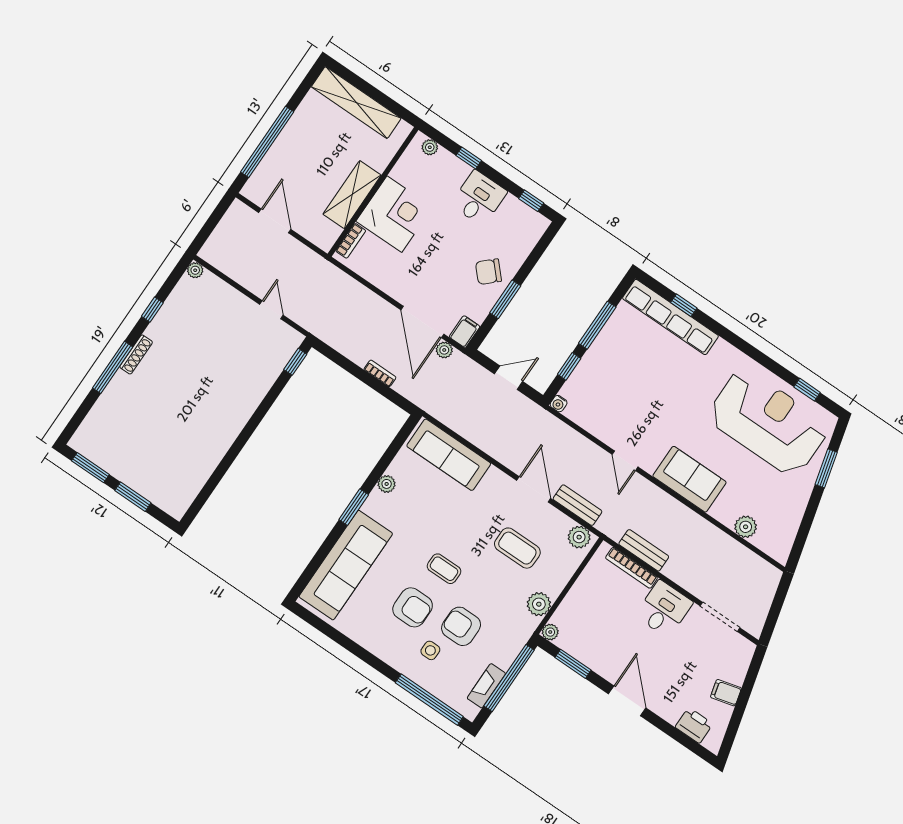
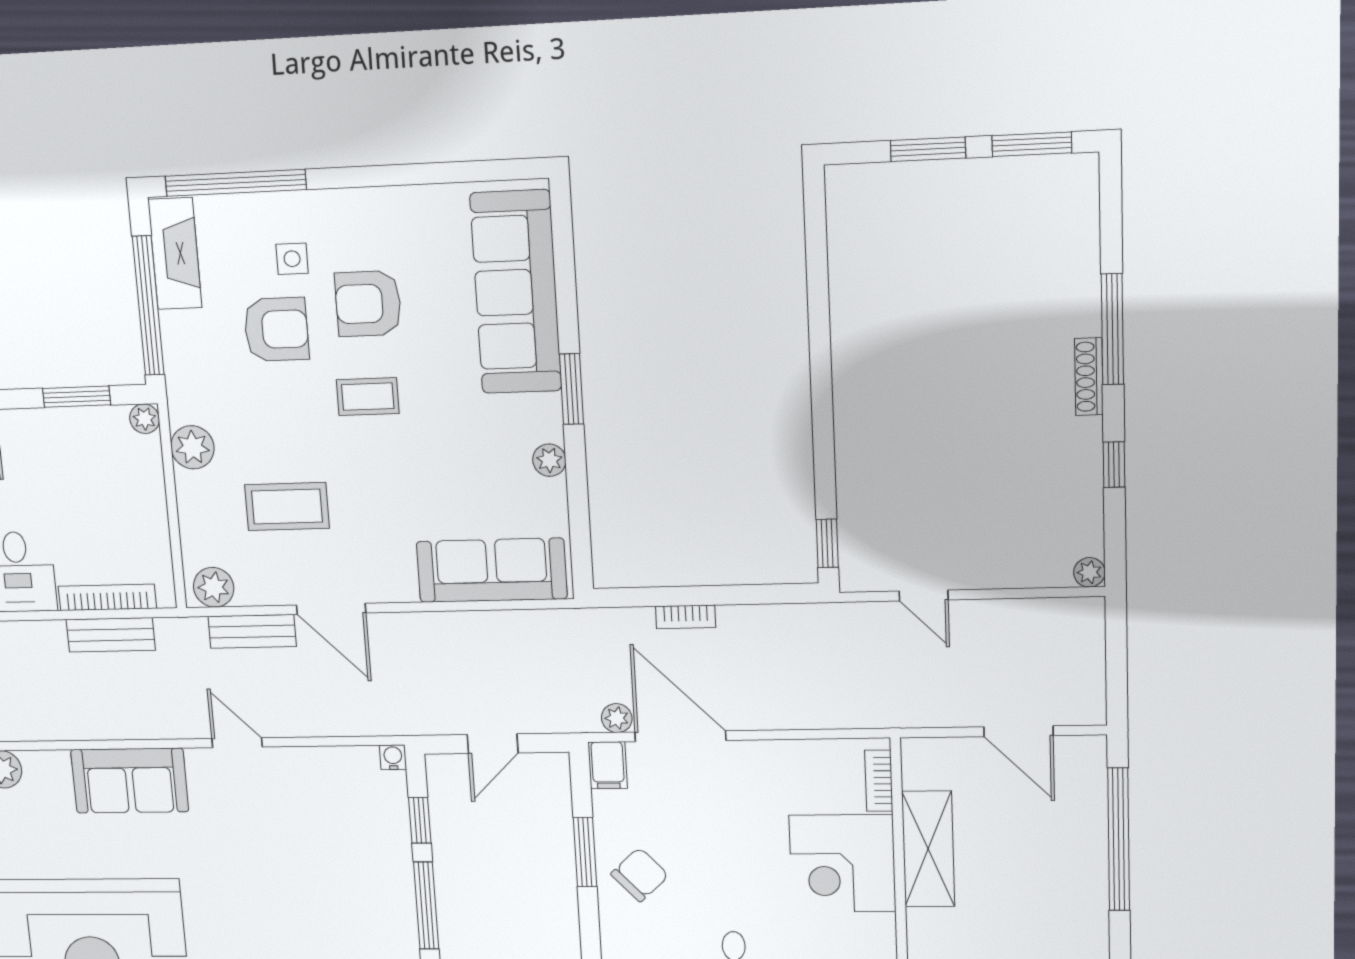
fireplace: (486, 686) -> (175, 254), width x1.37, depth x1.32

